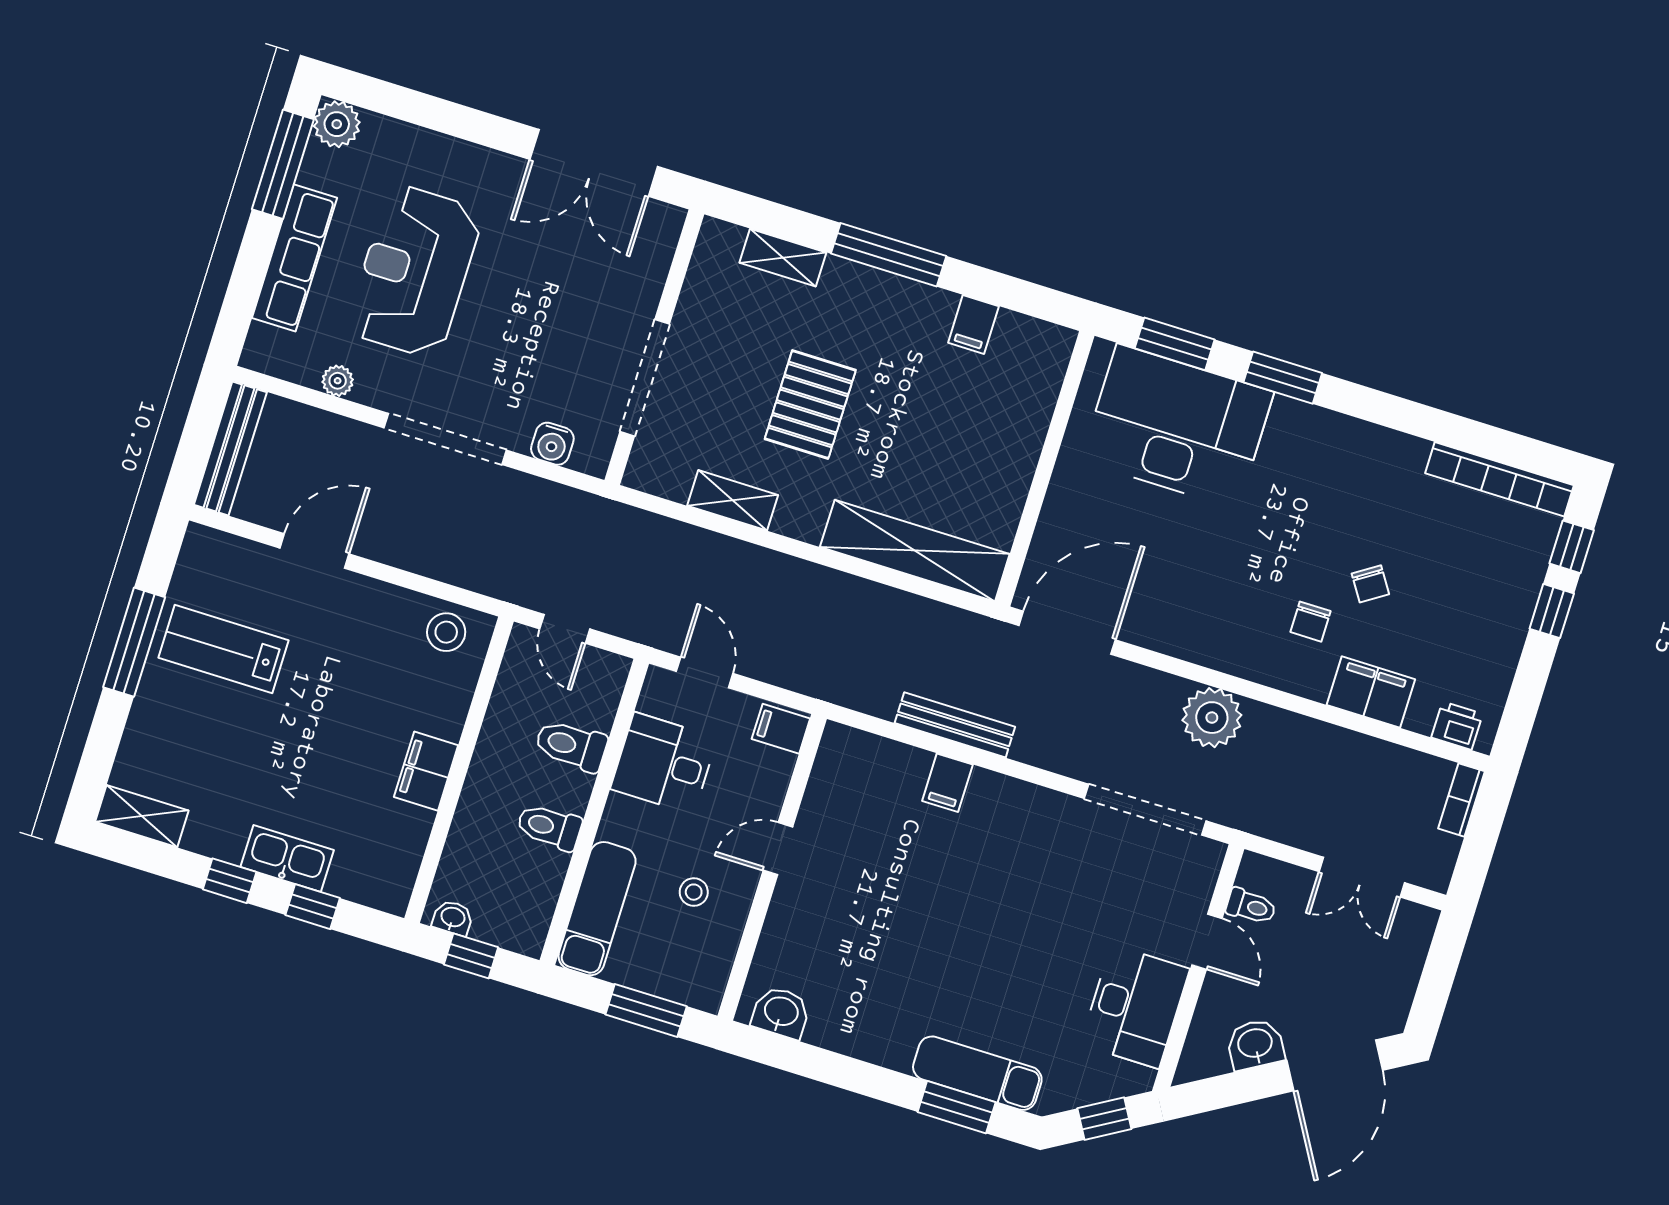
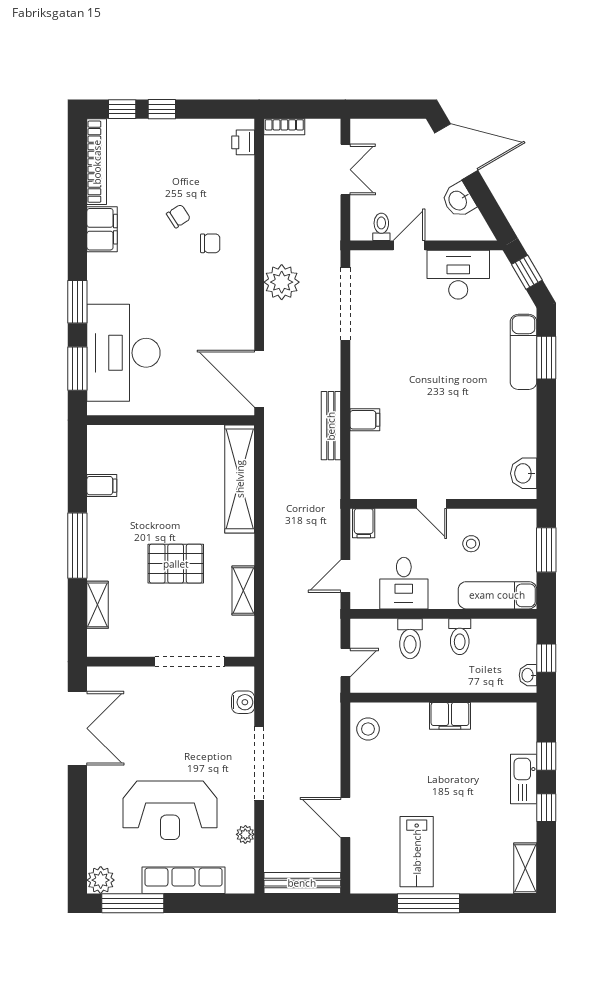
filing cabinet: (1371, 692) -> (102, 229), moved, turned 180

